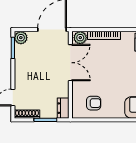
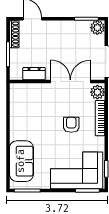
double door: (70, 63) -> (70, 82), swing flipped
armchair: (94, 103) -> (71, 125), moved, turned 180
dresser: (63, 108) -> (34, 74), moved

